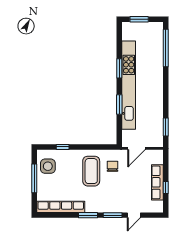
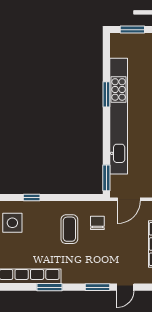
window: (119, 104) -> (106, 178), moved
coffee table: (91, 171) -> (69, 229), width x0.73, depth x0.76
window: (88, 215) -> (49, 287), moved

